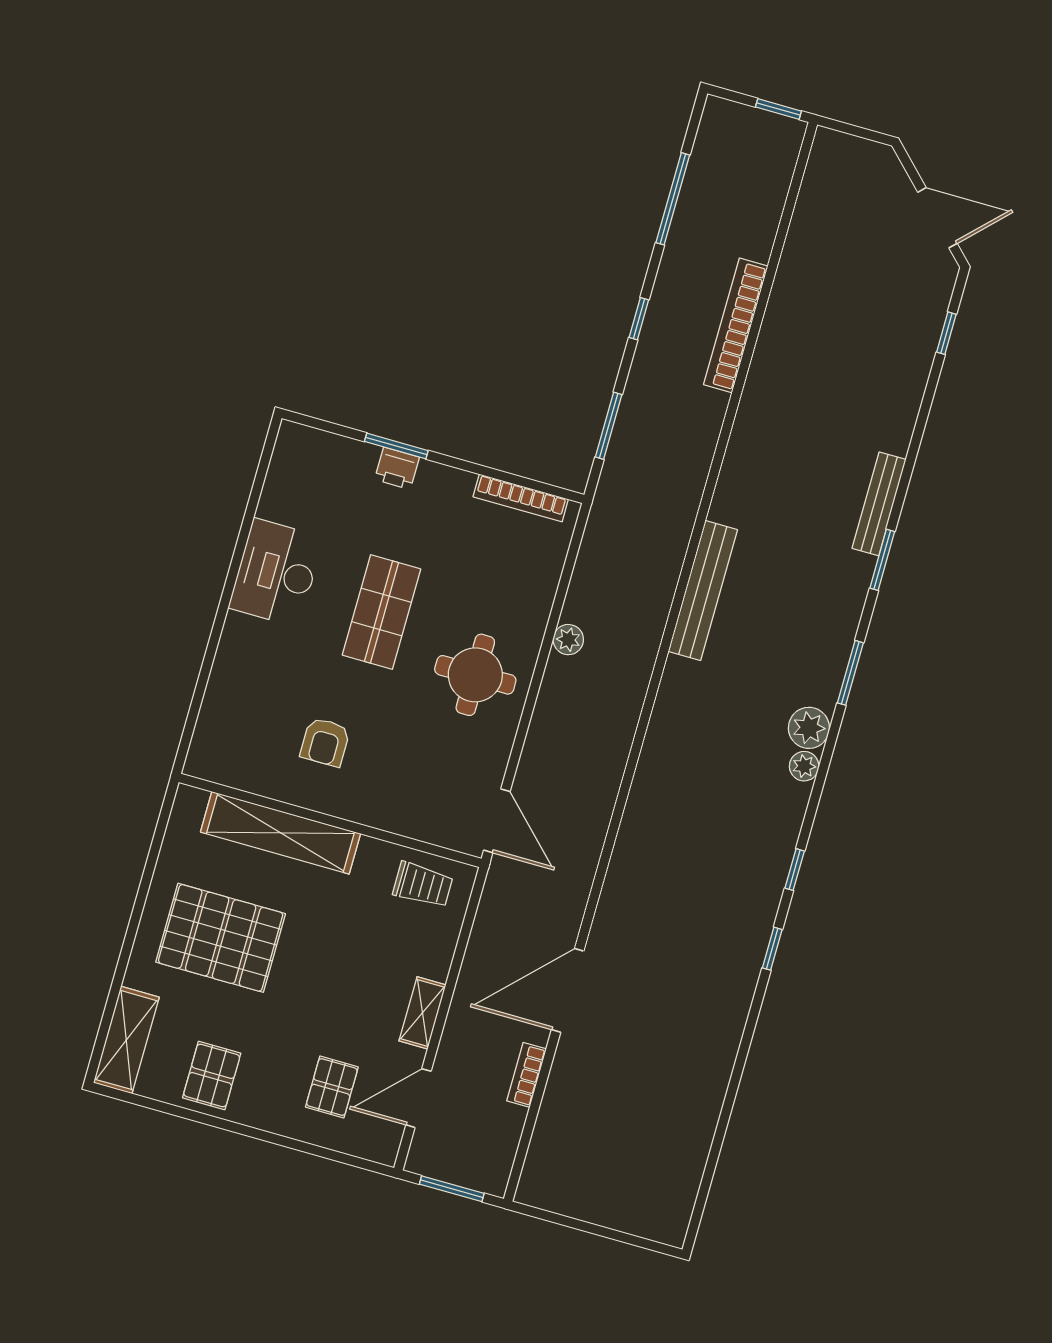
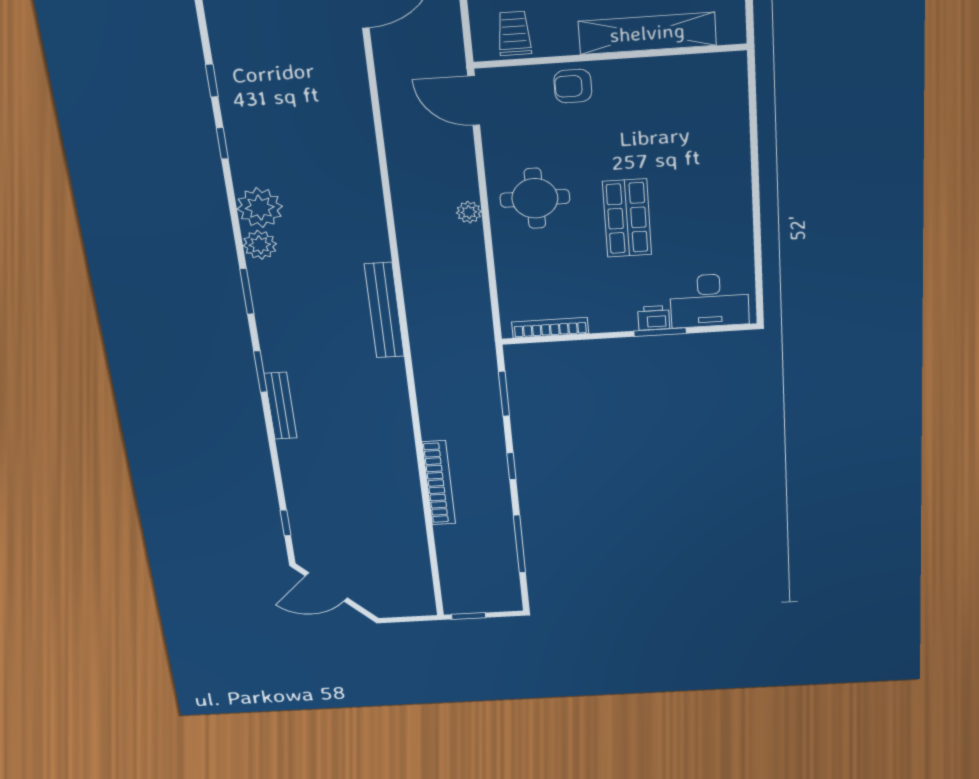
desk: (276, 573) -> (709, 301), moved, turned 90
plant: (568, 640) -> (469, 212), moved
armchair: (325, 742) -> (573, 86), moved, turned -90
plant: (804, 766) -> (260, 208), width x1.87, depth x1.87
trolley: (423, 885) -> (514, 33), turned 90

